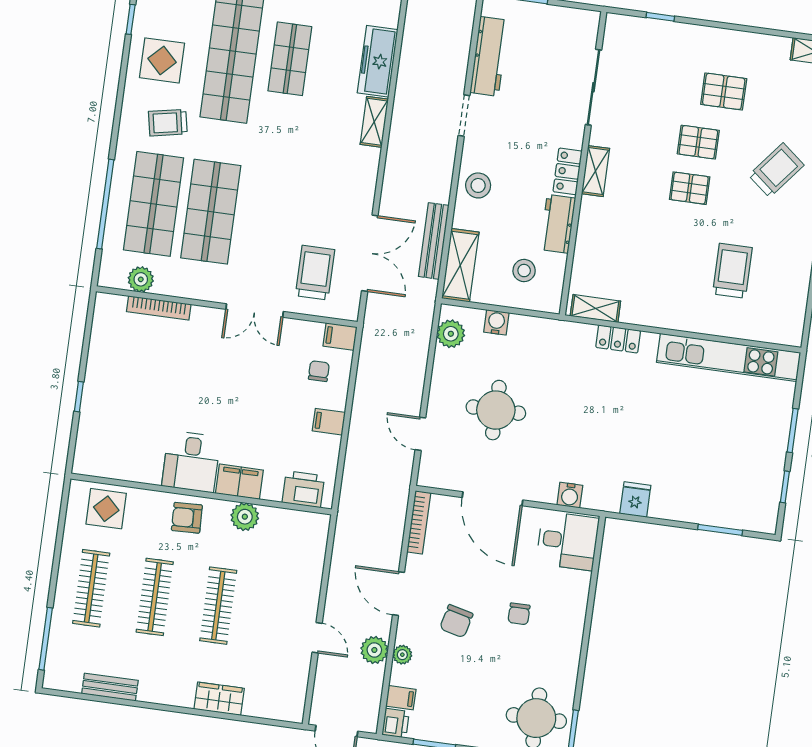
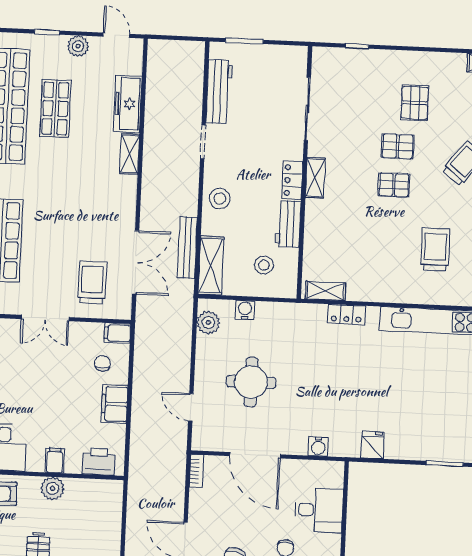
pallet: (724, 91) -> (415, 103), turned 90
filing cabinet: (329, 422) -> (115, 404), width x2.00
filing cabinet: (239, 482) -> (55, 461), width x0.50
bookcase: (419, 522) -> (197, 471), width x0.64
desk: (568, 541) -> (319, 510), moved

